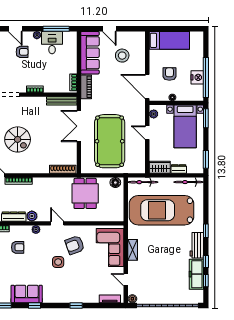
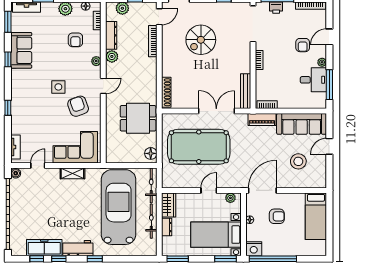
nightstand: (197, 77) -> (254, 249), moved
bicycle: (189, 182) -> (151, 221), moved

